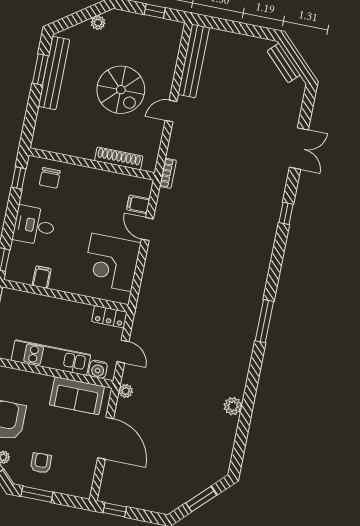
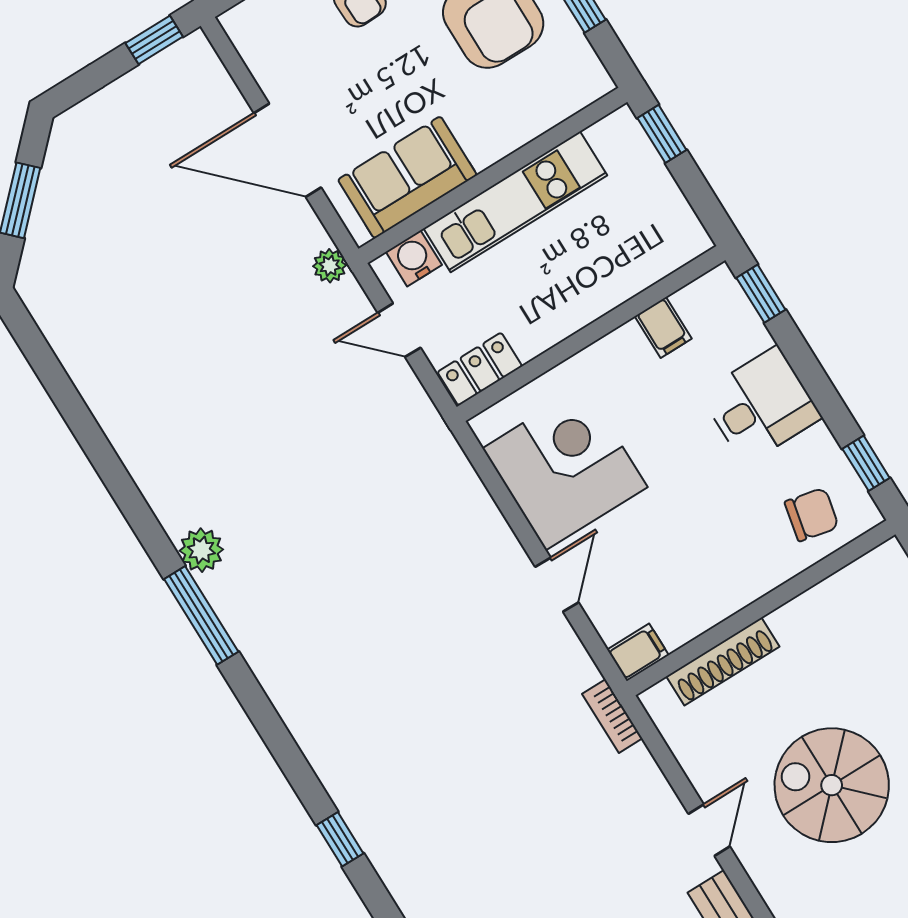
chair: (50, 178) -> (812, 515), turned 102
filing cabinet: (138, 204) -> (638, 652), moved
door: (147, 229) -> (557, 585), hinge flipped
plant: (233, 406) -> (201, 550), moved

